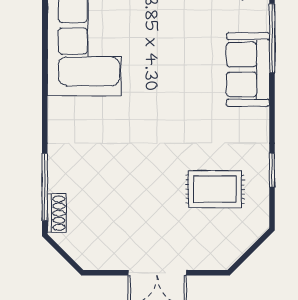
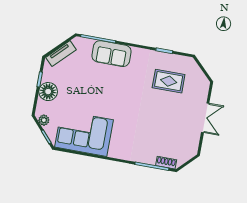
rug: (215, 189) -> (169, 81), turned 90

